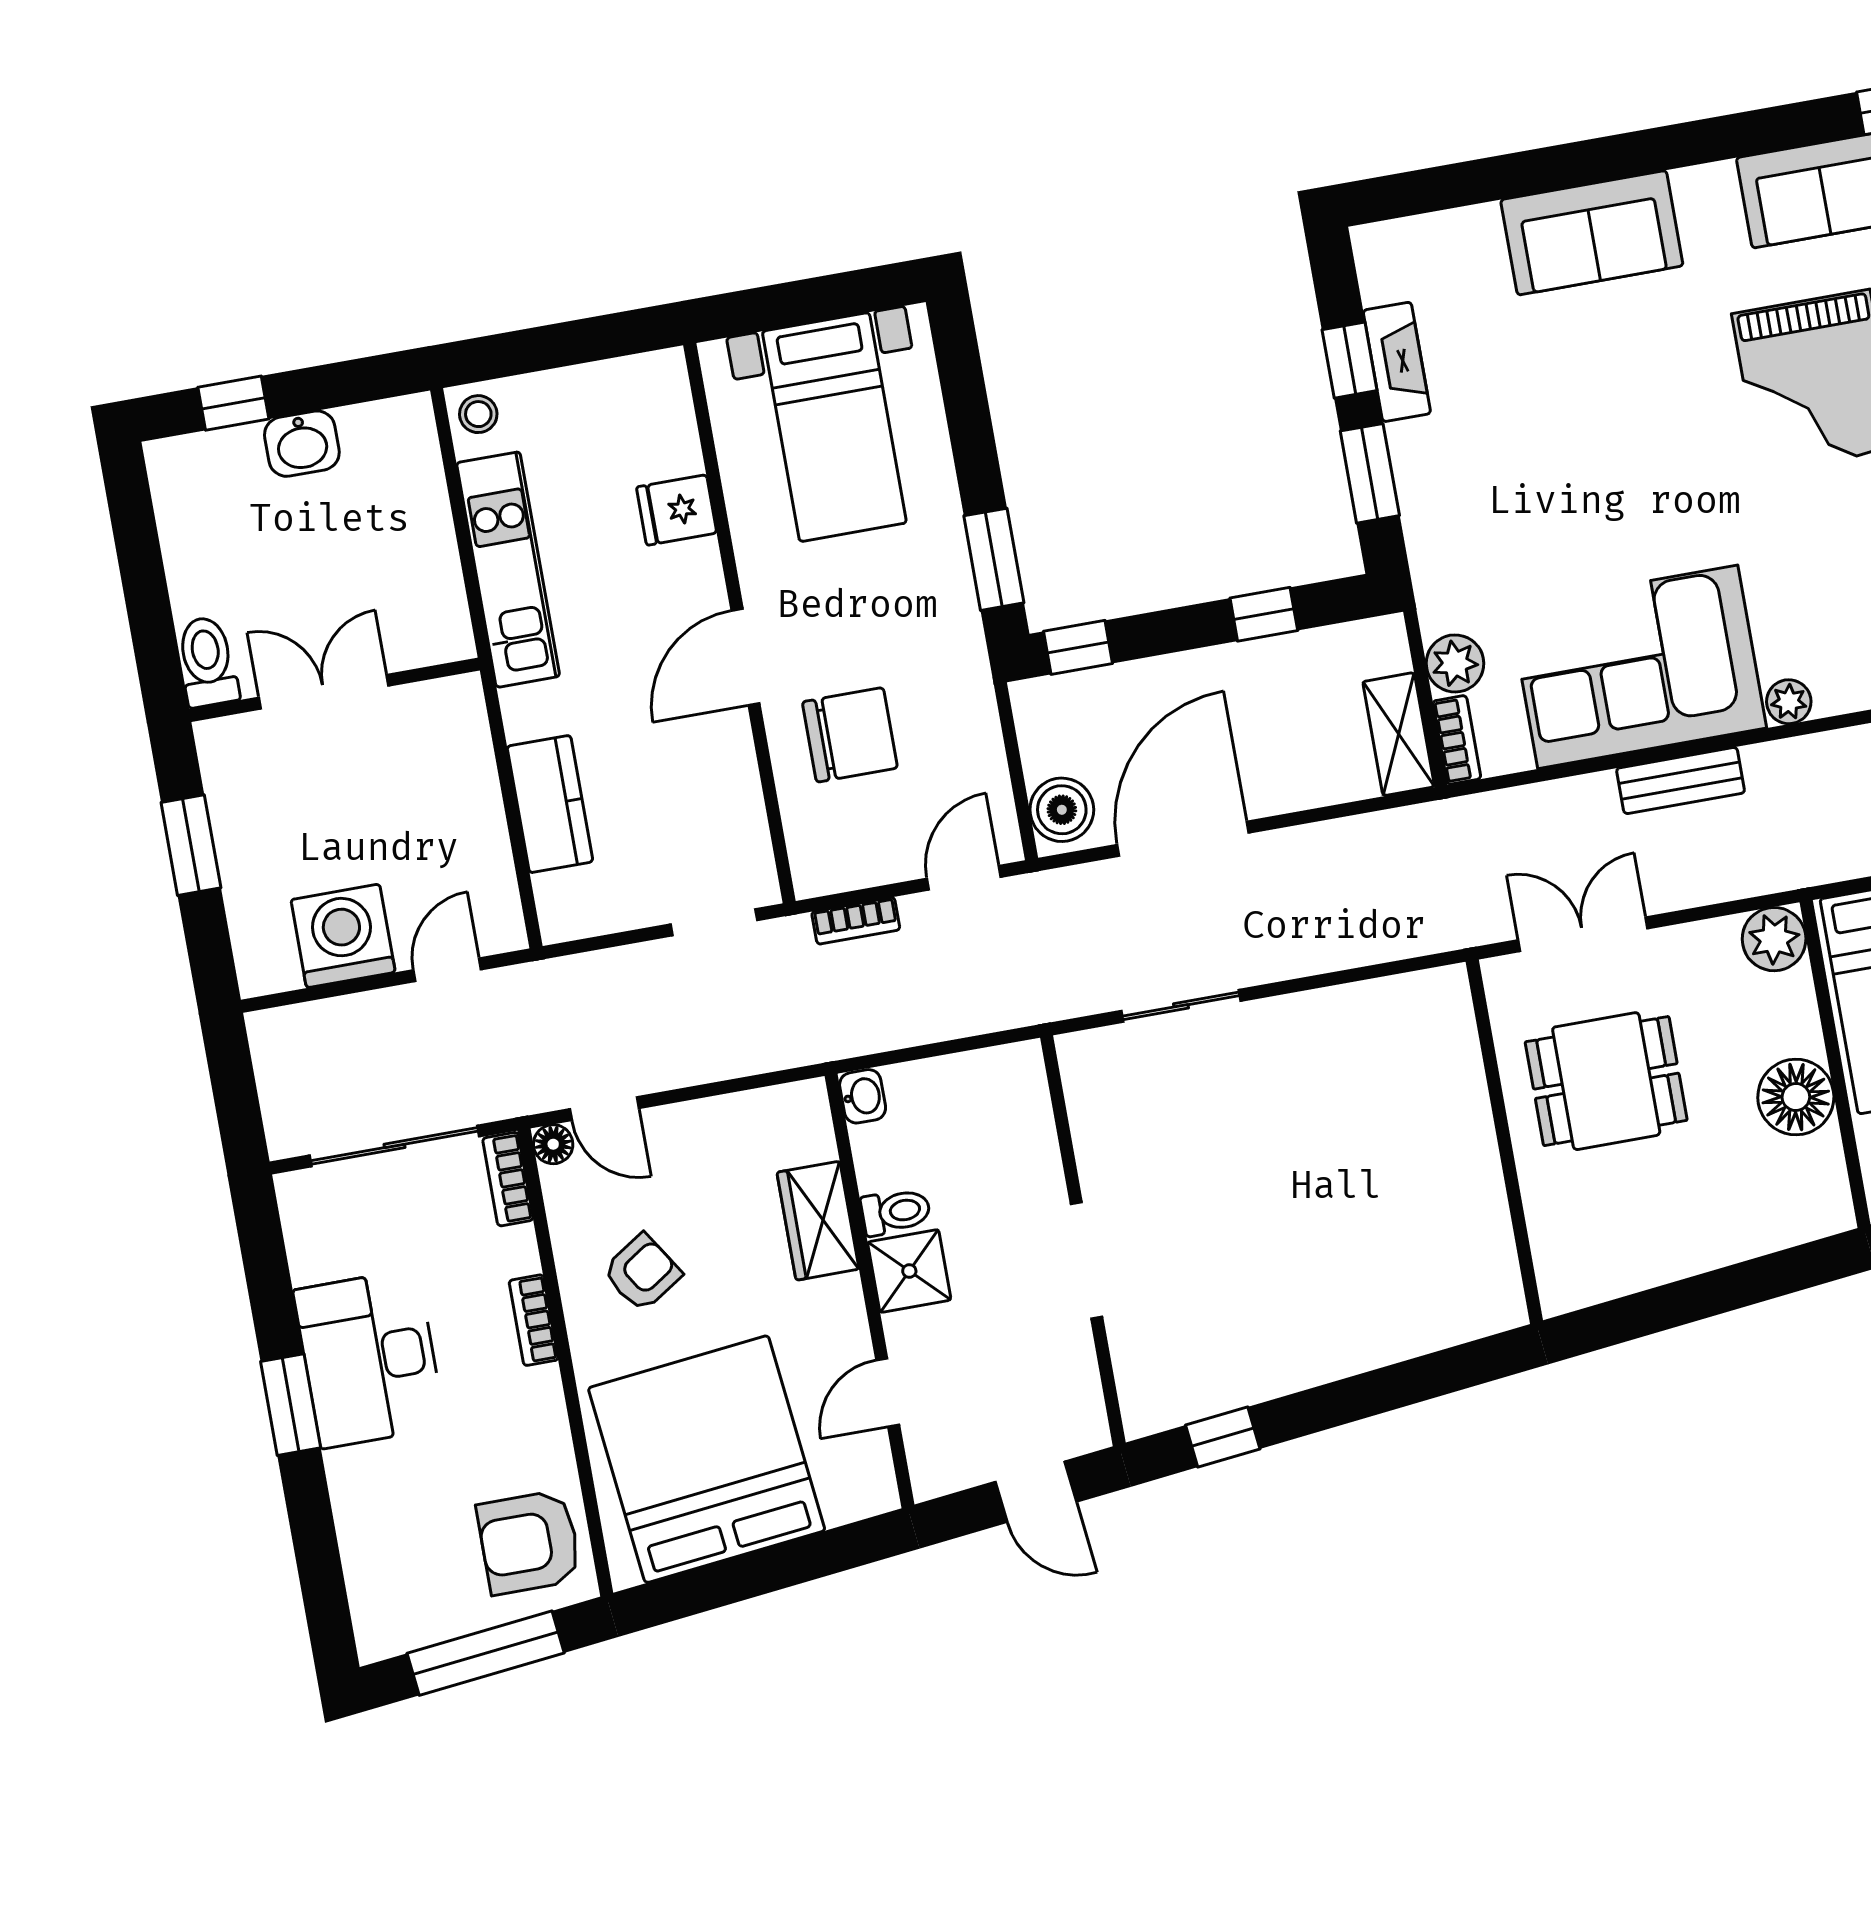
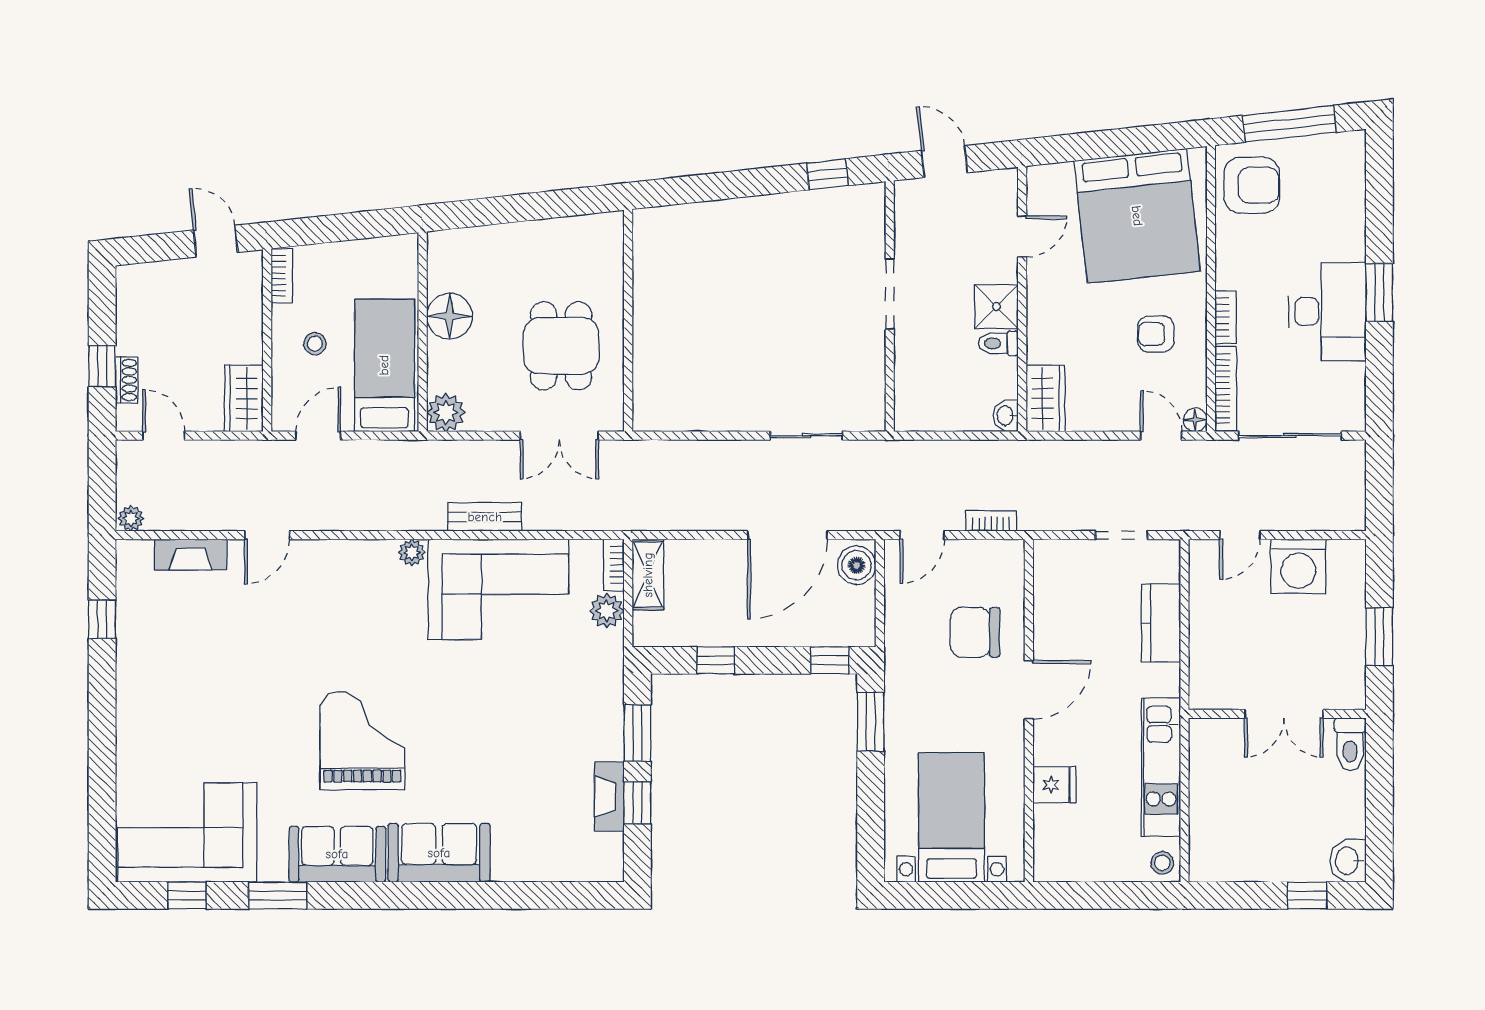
sofa: (1592, 233) -> (439, 853), moved
washbasin: (302, 444) -> (1348, 861), moved, turned -90
doorway: (714, 922) -> (1121, 535), moved
dining table: (1606, 1081) -> (561, 346), turned 90
bookcase: (508, 1179) -> (1226, 389), width x1.56
wardrobe: (818, 1221) -> (1046, 398), moved
armchair: (642, 1273) -> (1156, 334), turned 33

